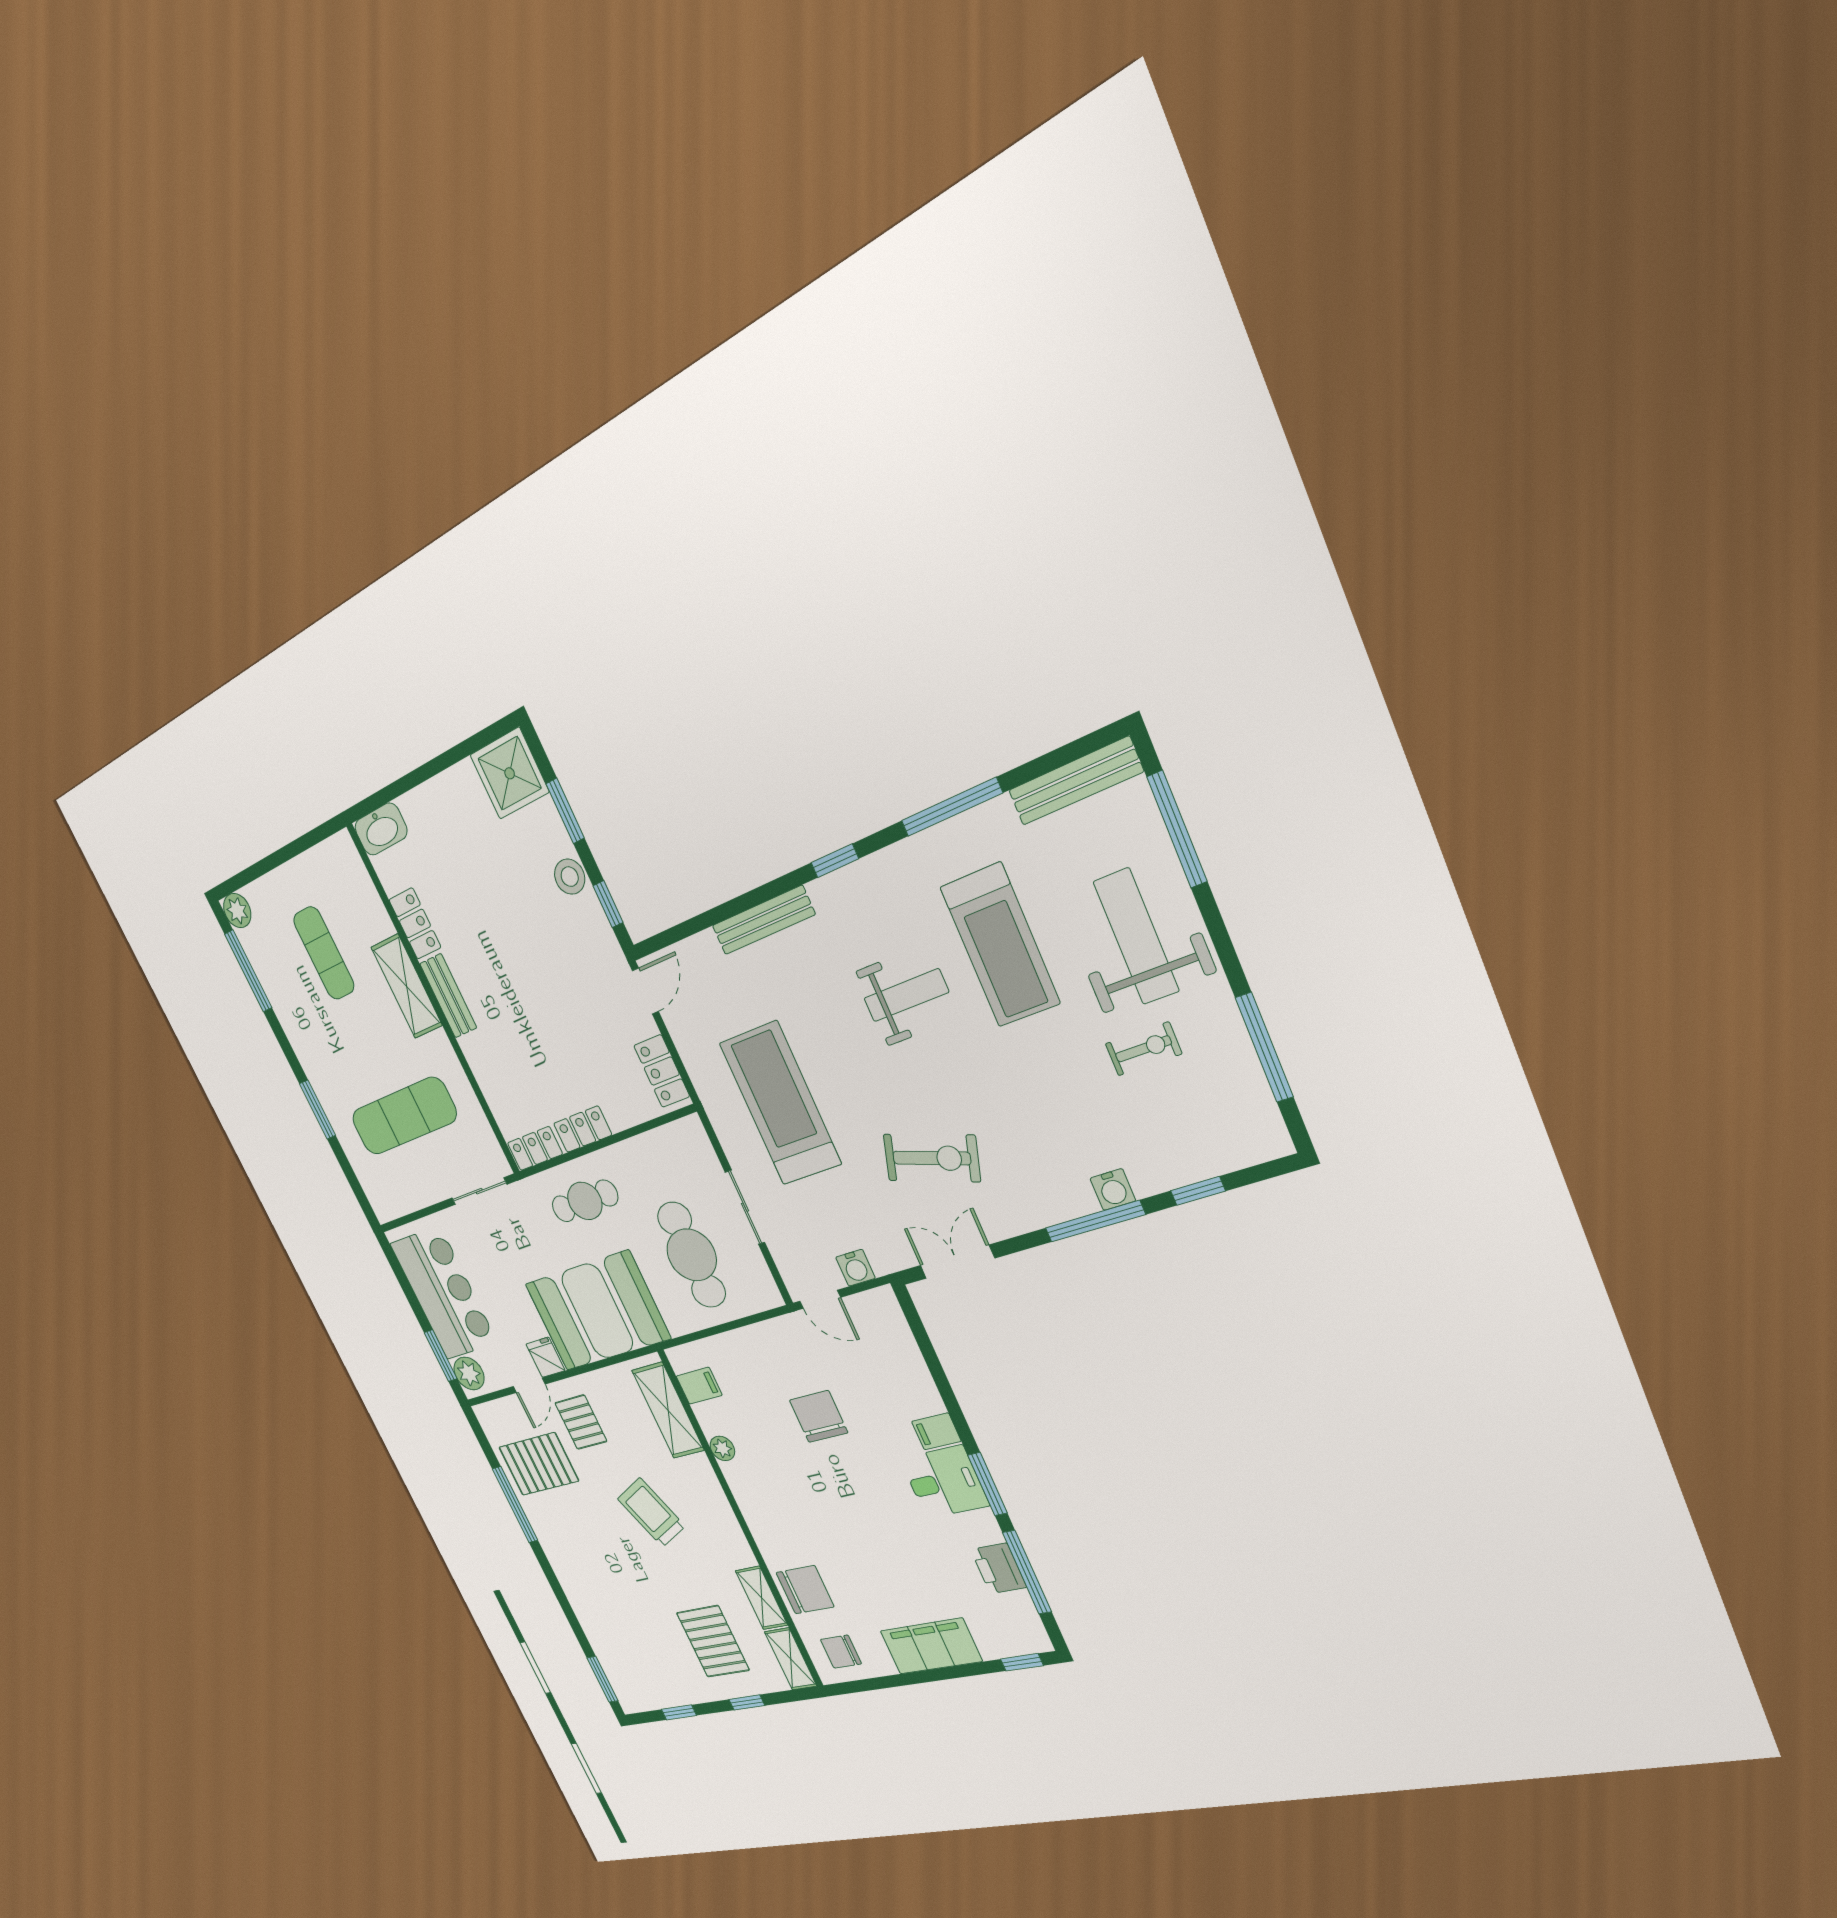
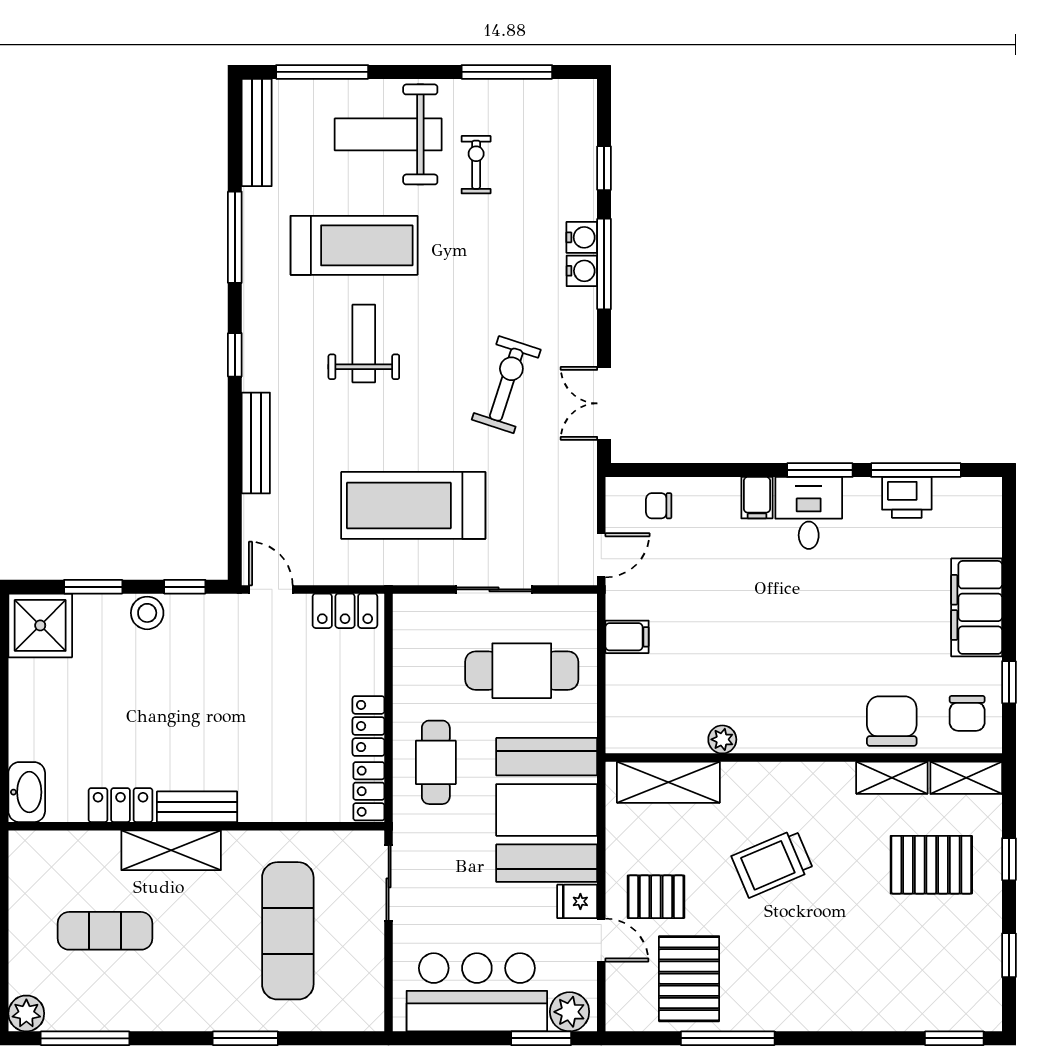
water cooler: (855, 1268) -> (582, 271), moved
filing cabinet: (699, 1386) -> (627, 637), moved, turned 90
chair: (819, 1416) -> (659, 506), moved, width x0.54, depth x0.54
window: (1022, 1662) -> (1009, 682), moved

